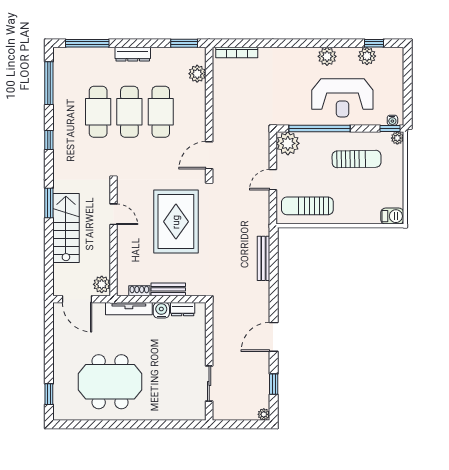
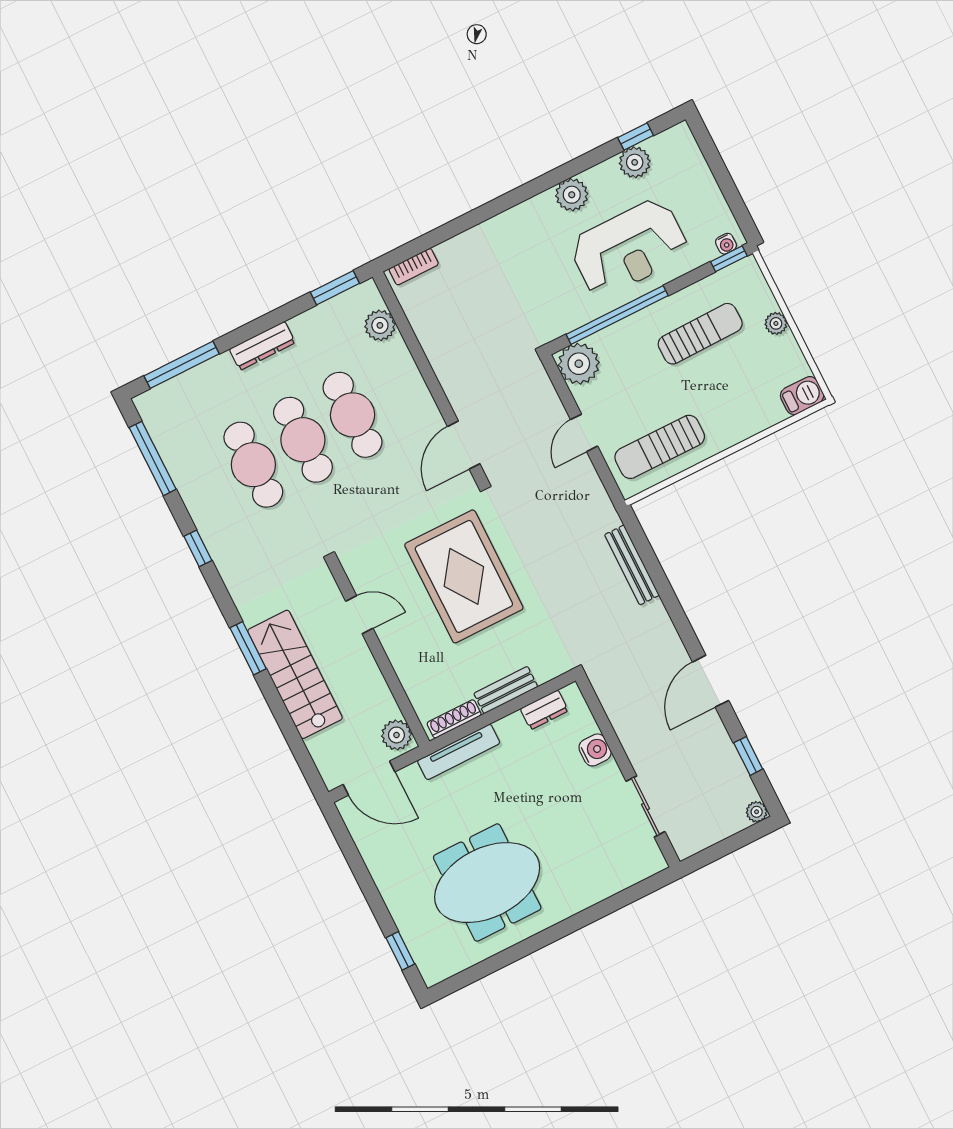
bookcase: (237, 53) -> (414, 267), width x0.64
plant: (397, 138) -> (776, 323), moved
shoe rack: (139, 291) -> (454, 719), width x1.43
water cooler: (161, 310) -> (595, 750), moved, turned 90

